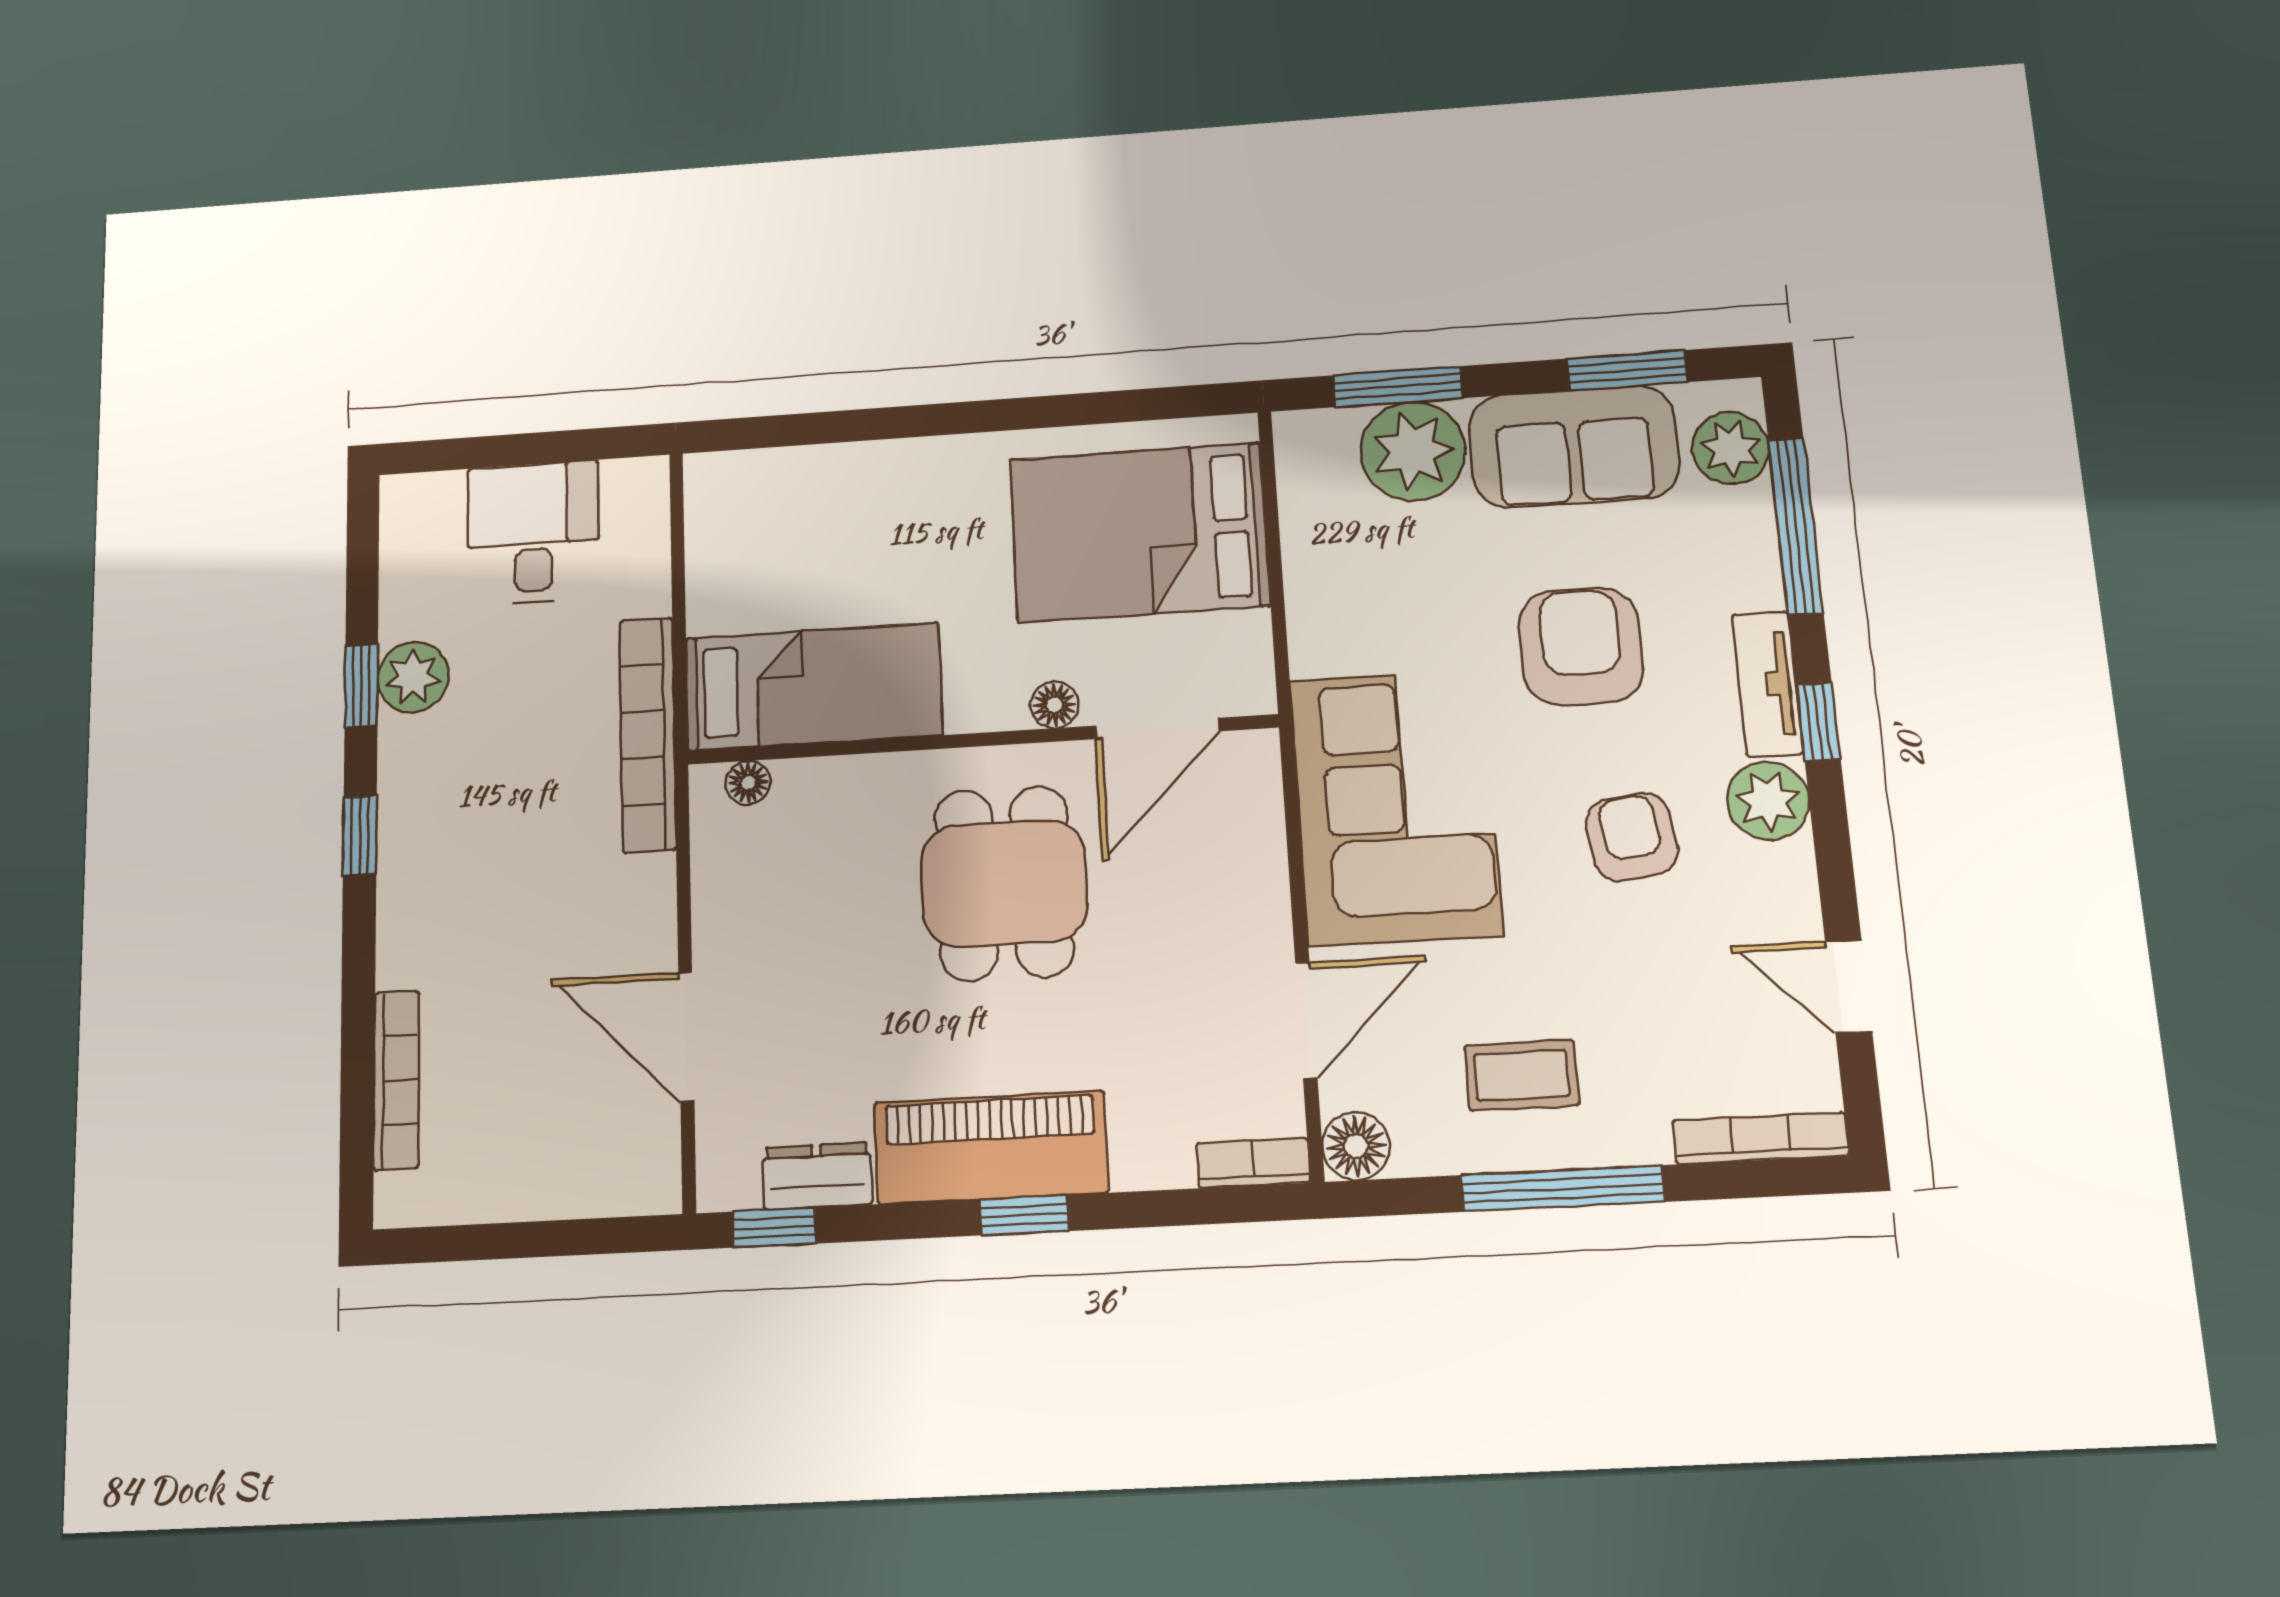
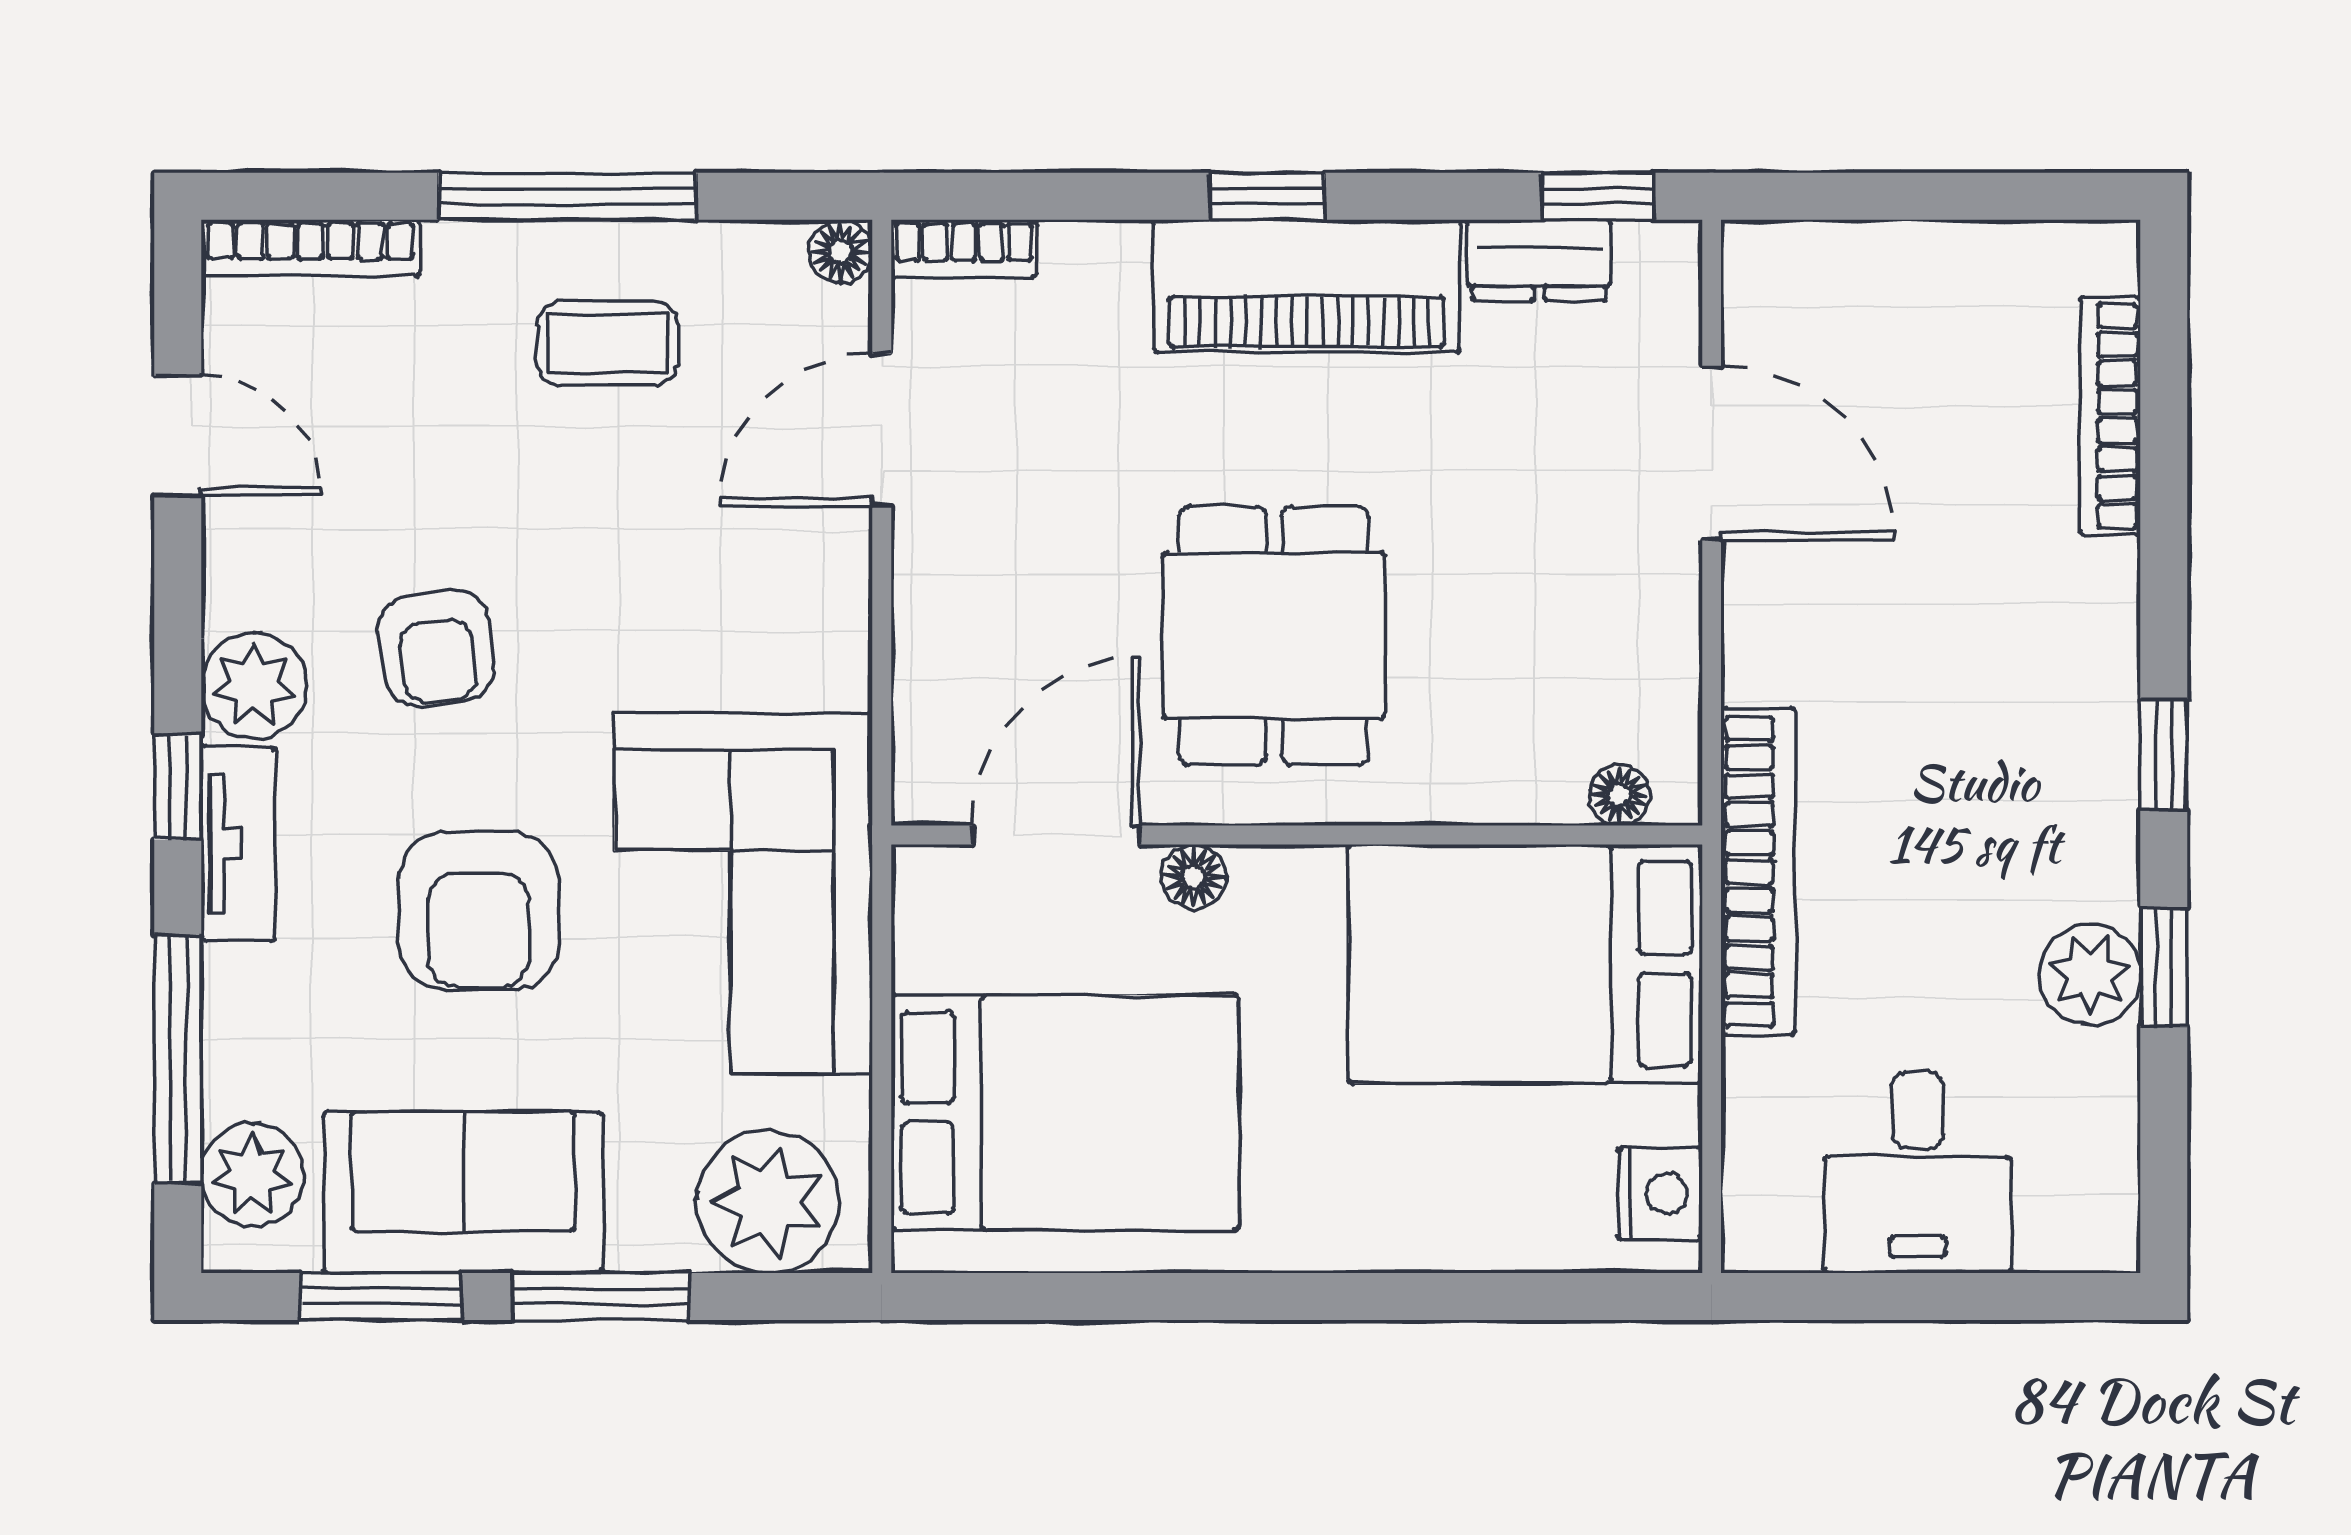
window: (1398, 387) -> (601, 1297), moved
plant: (1413, 451) -> (768, 1202), moved
nightstand: (713, 506) -> (1660, 1194), added
bed: (813, 687) -> (1525, 964), width x1.50
corner sofa: (1395, 807) -> (743, 894), moved
floor lamp: (1356, 1146) -> (841, 252), width x0.73, depth x0.73

